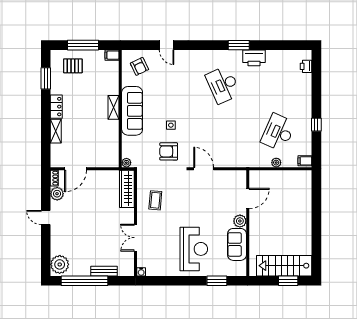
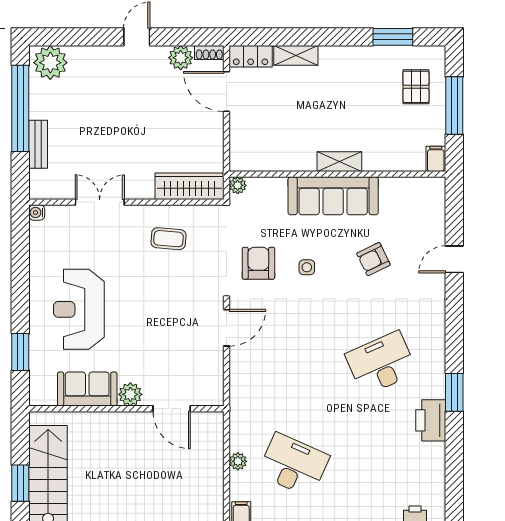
armchair: (139, 66) -> (373, 259), moved
locker: (56, 107) -> (251, 56), moved
reception desk: (194, 249) -> (79, 309), turned 90

